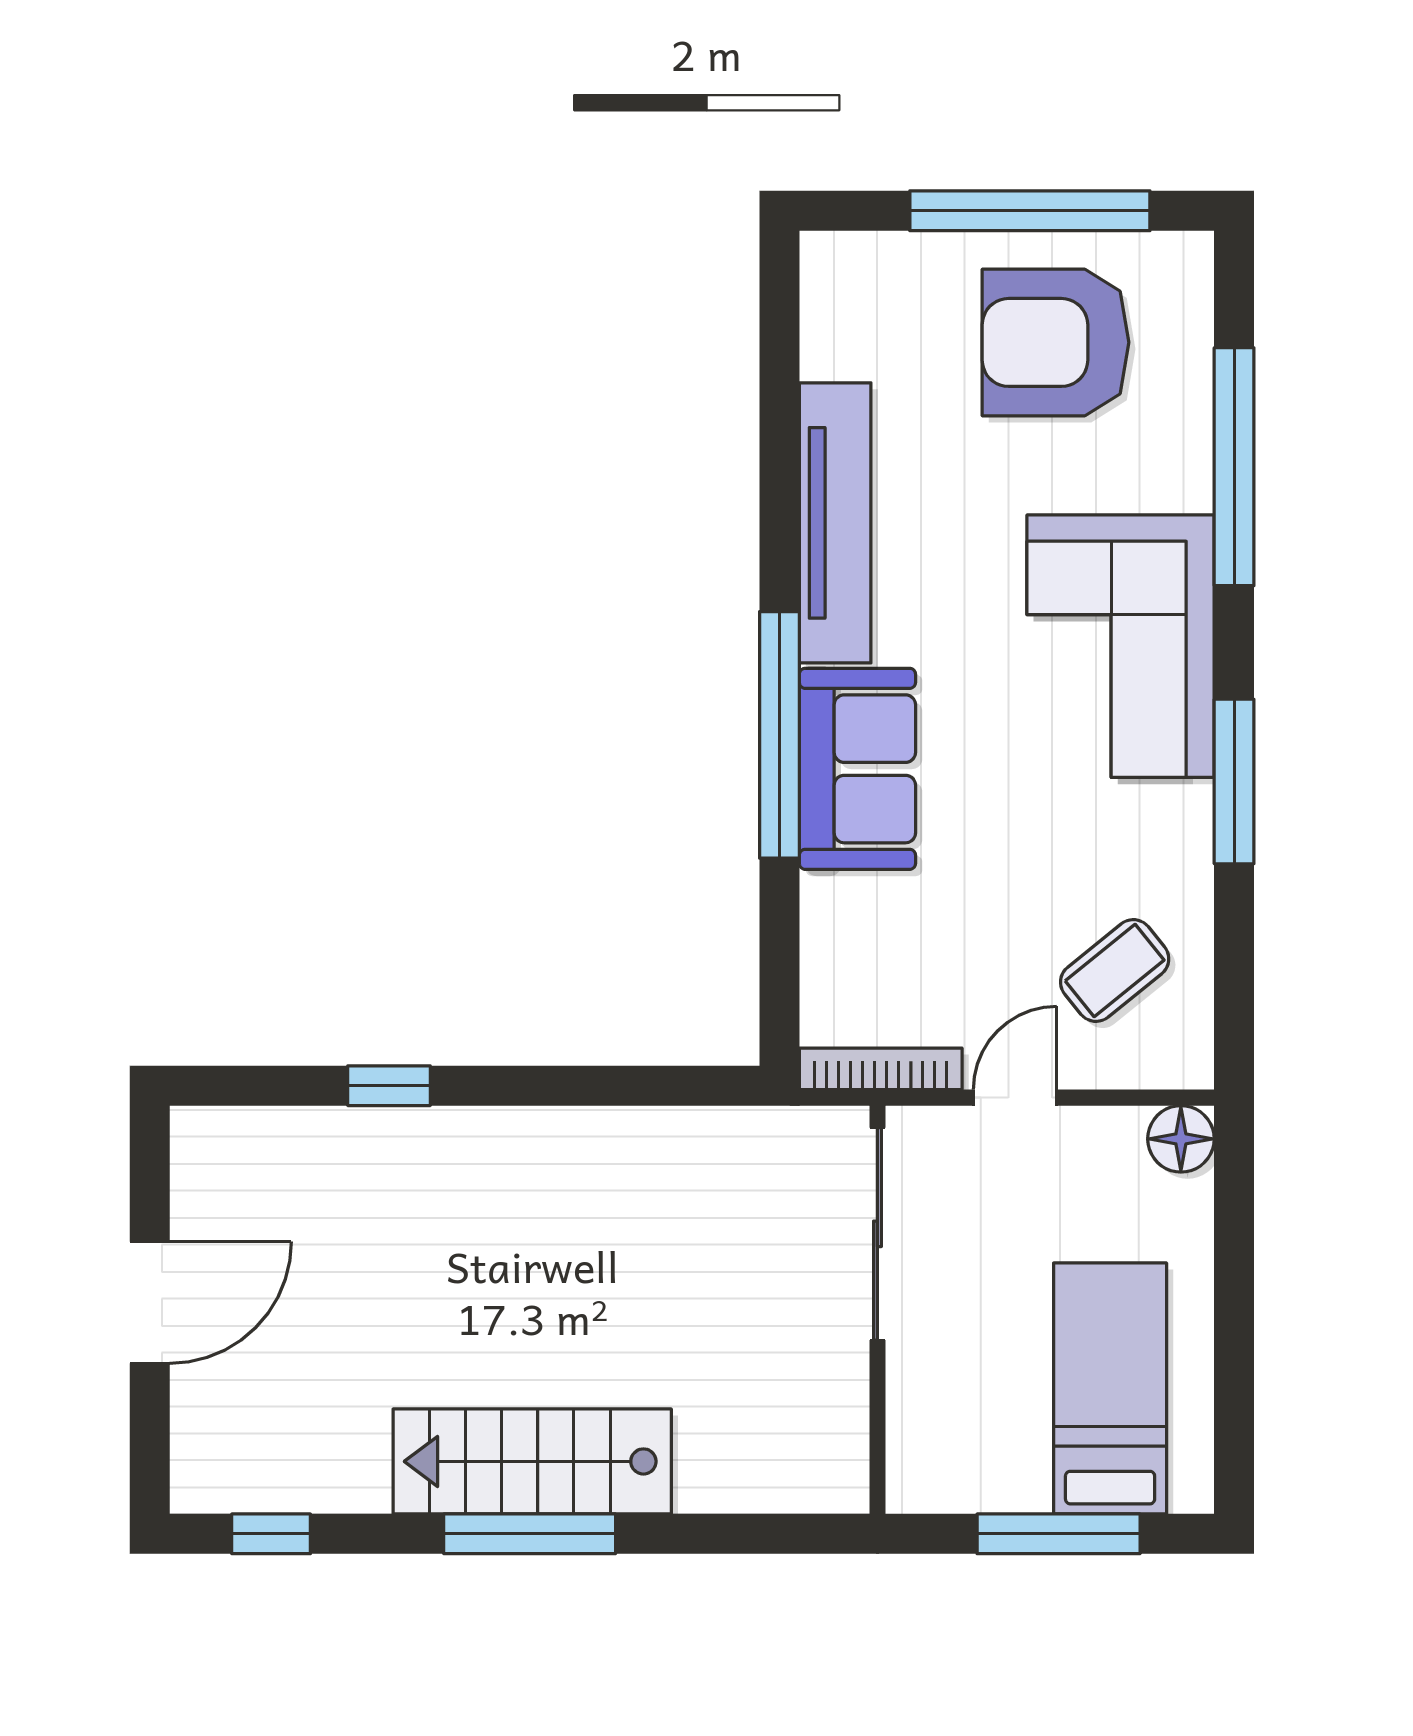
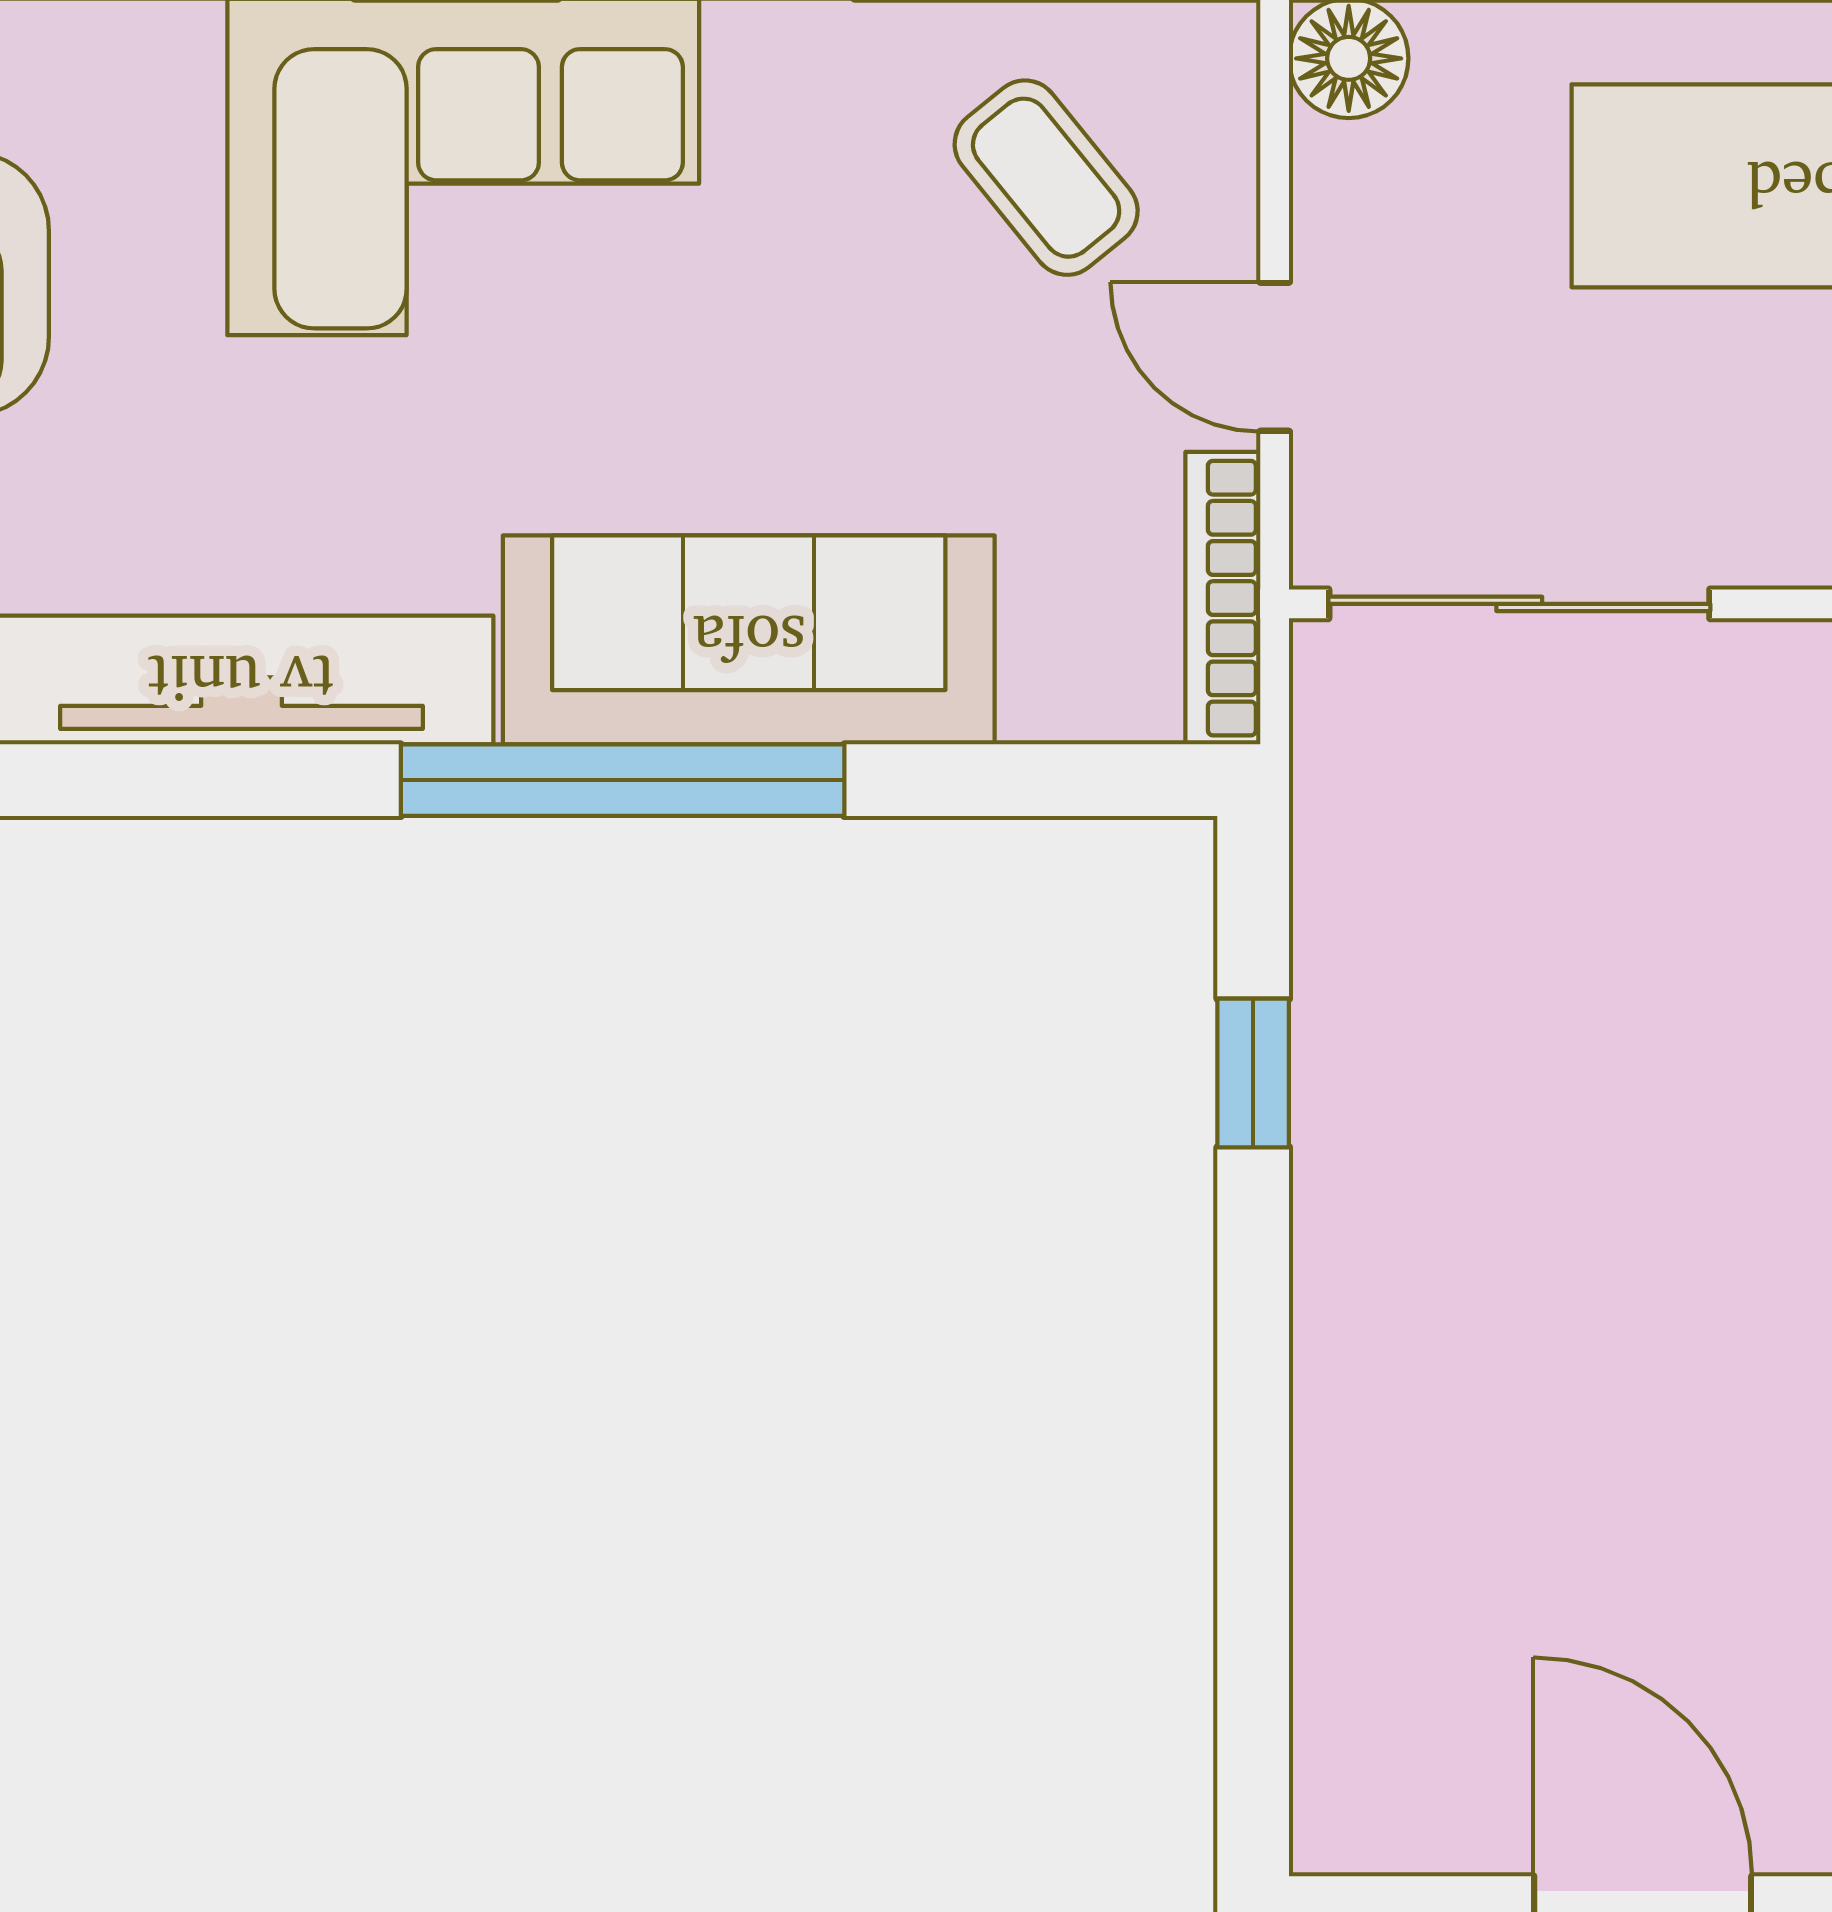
sofa: (857, 769) -> (749, 640), width x1.36
window: (389, 1086) -> (1253, 1073), moved

